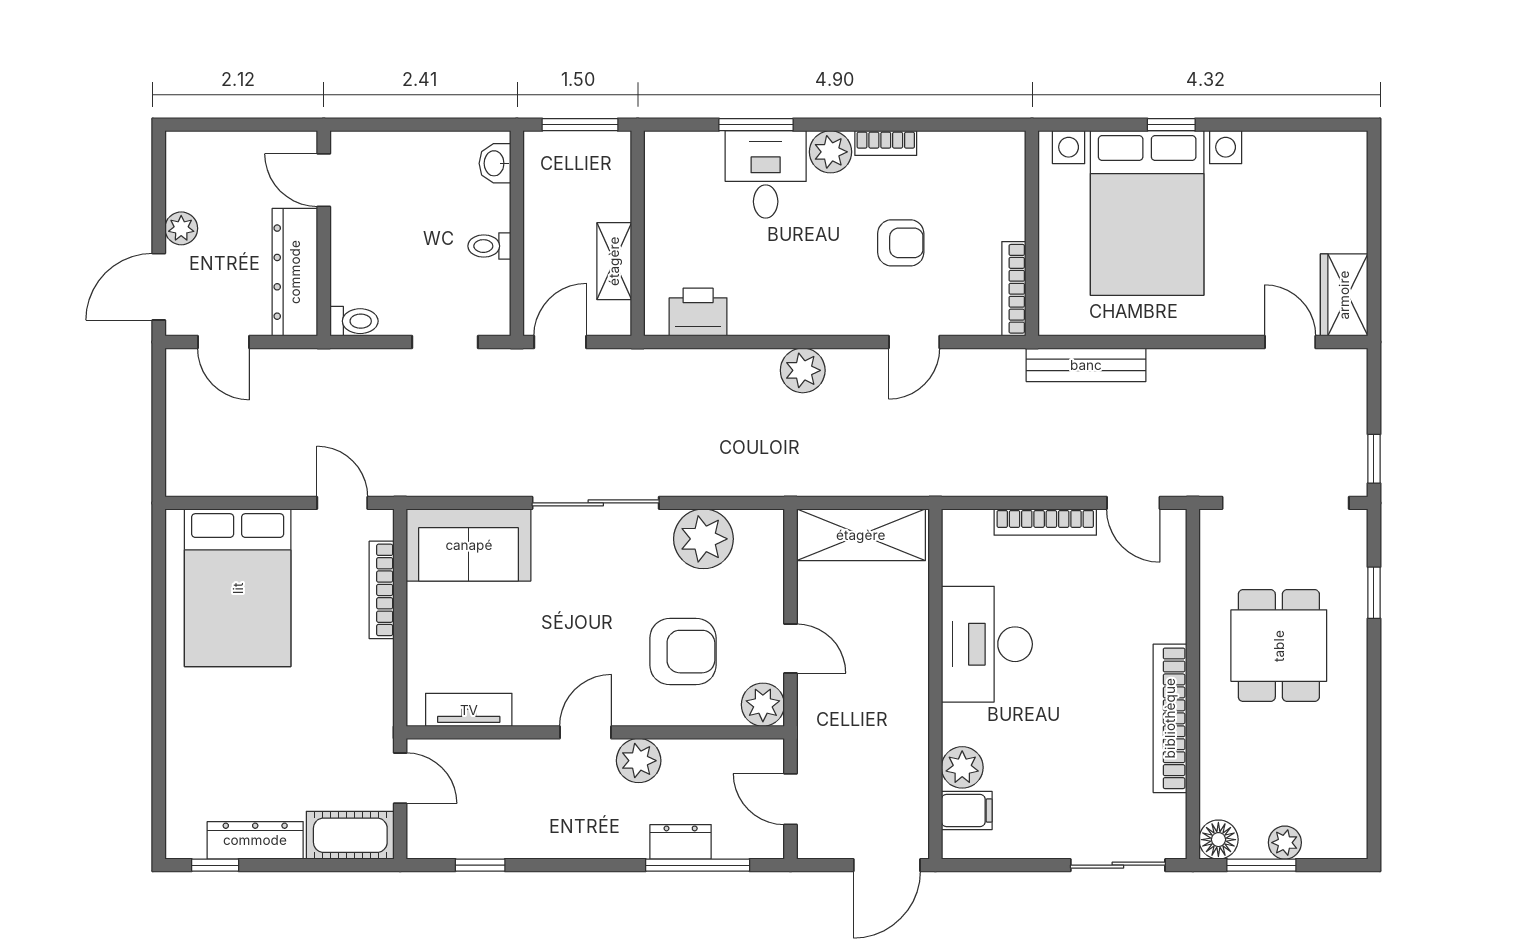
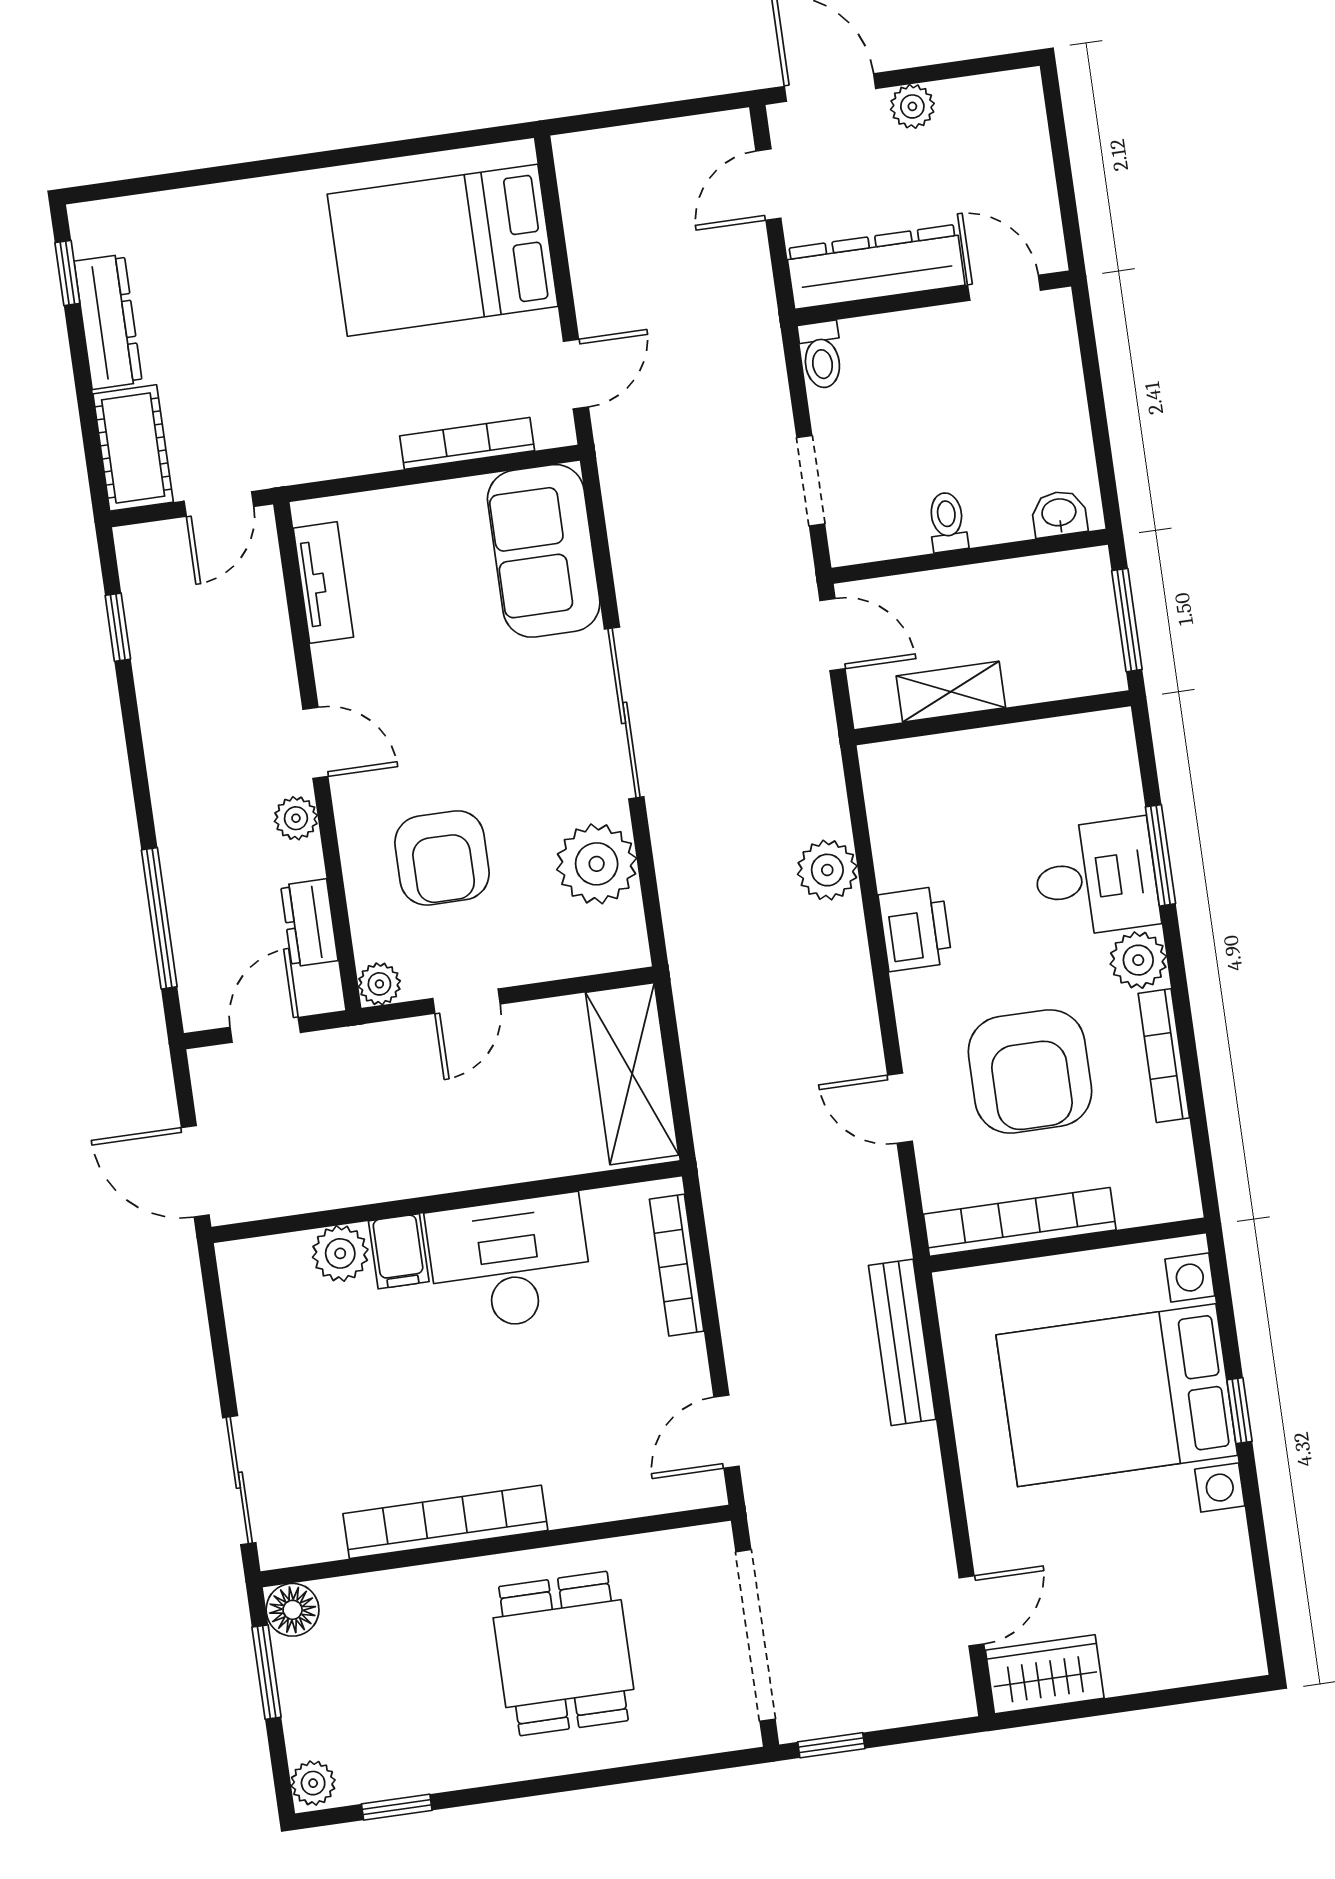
bookcase: (886, 143) -> (1164, 1056), width x1.56
door: (324, 180) -> (1004, 288), hinge flipped
armchair: (901, 243) -> (1030, 1071), width x1.88, depth x1.88
bookcase: (1014, 289) -> (1020, 1222), width x1.48, depth x1.31
printer: (698, 312) -> (915, 929), moved
plant: (803, 370) -> (827, 870), moved
bookcase: (1045, 522) -> (677, 1265), moved
window: (1374, 593) -> (397, 1807), moved
dining table: (1279, 646) -> (563, 1654), turned 90
plant: (763, 705) -> (379, 984), width x0.73, depth x0.73
plant: (639, 761) -> (296, 818), width x0.73, depth x0.73
filing cabinet: (967, 810) -> (399, 1251), moved
dresser: (681, 842) -> (309, 923), moved, turned 180
plant: (1285, 843) -> (313, 1783), moved

